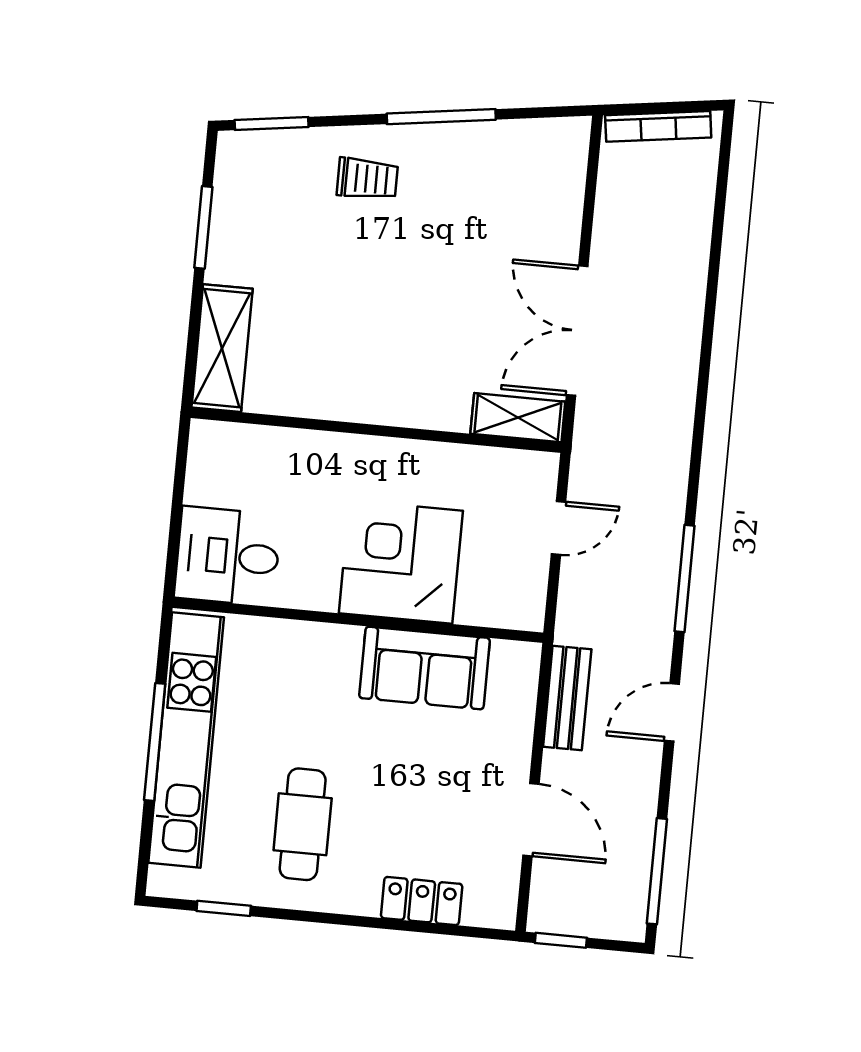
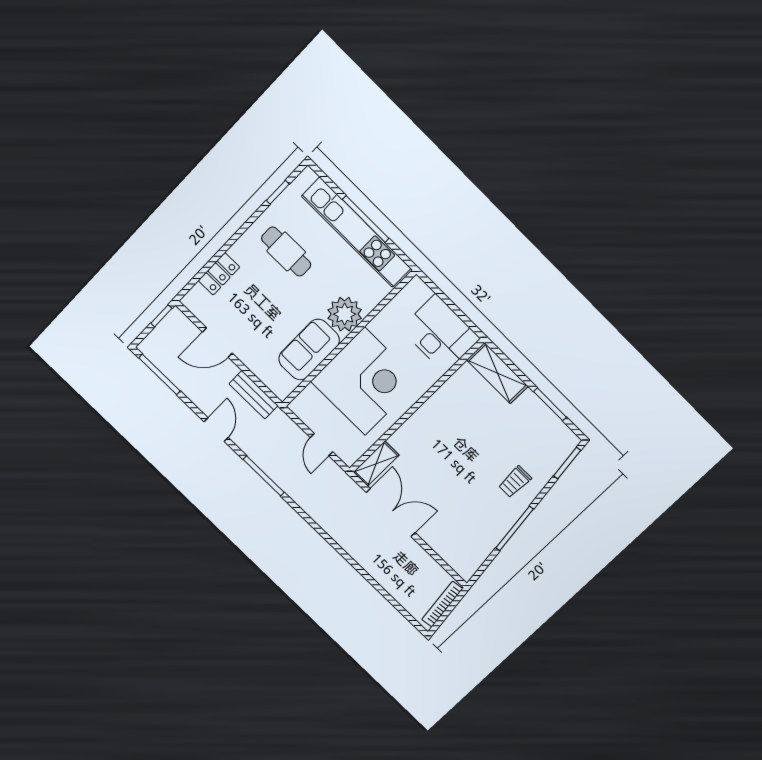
desk: (228, 556) -> (440, 334), moved, width x1.37
corner desk: (401, 562) -> (365, 381), width x1.36, depth x1.36
plant: (325, 657) -> (345, 314), added

